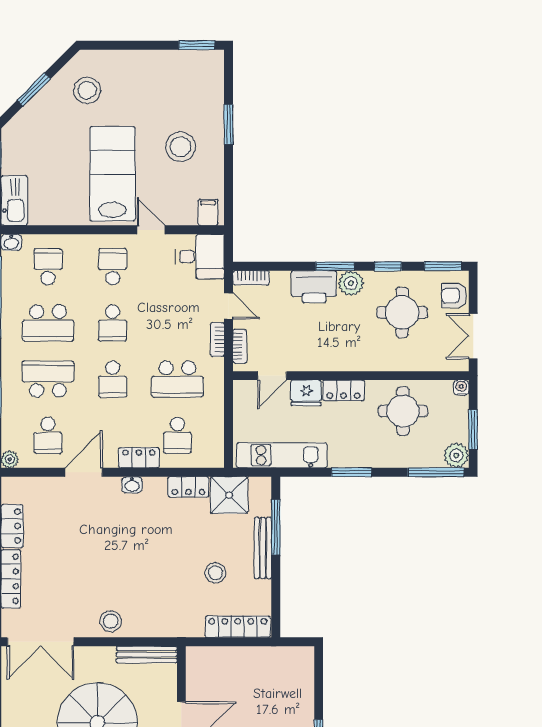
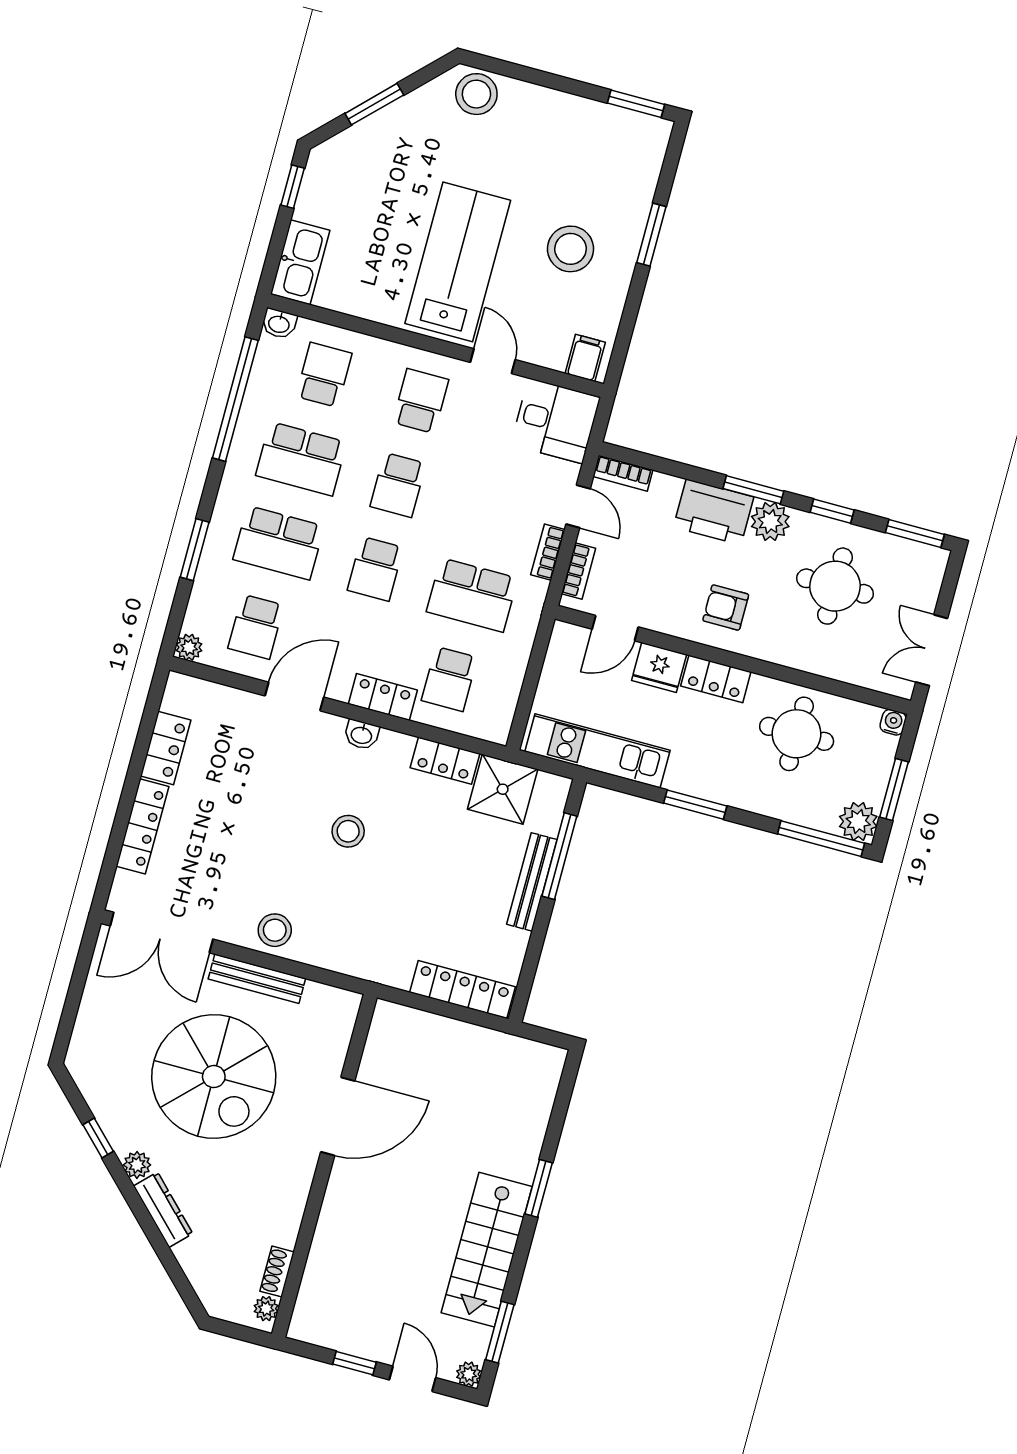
stool: (87, 90) -> (476, 94), moved
armchair: (454, 295) -> (726, 607), moved
school desk: (48, 379) -> (279, 543), turned 180
stool: (215, 573) -> (348, 831), moved
bench: (147, 655) -> (257, 979), moved

